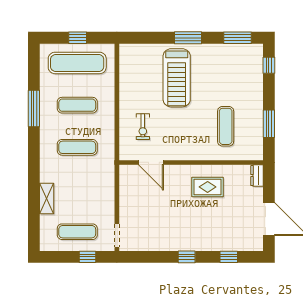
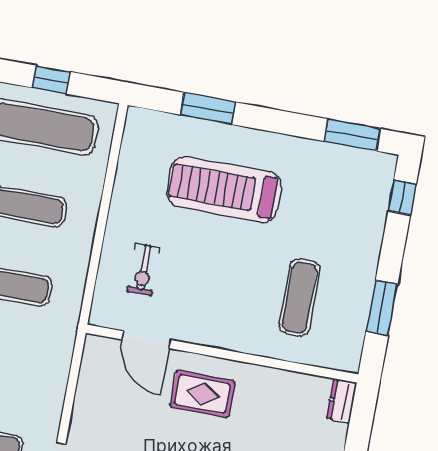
window: (188, 38) -> (208, 108), moved
treadmill: (177, 78) -> (224, 189), turned 90
rug: (208, 187) -> (202, 394), moved

